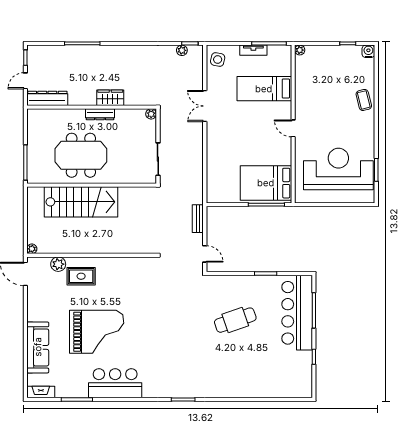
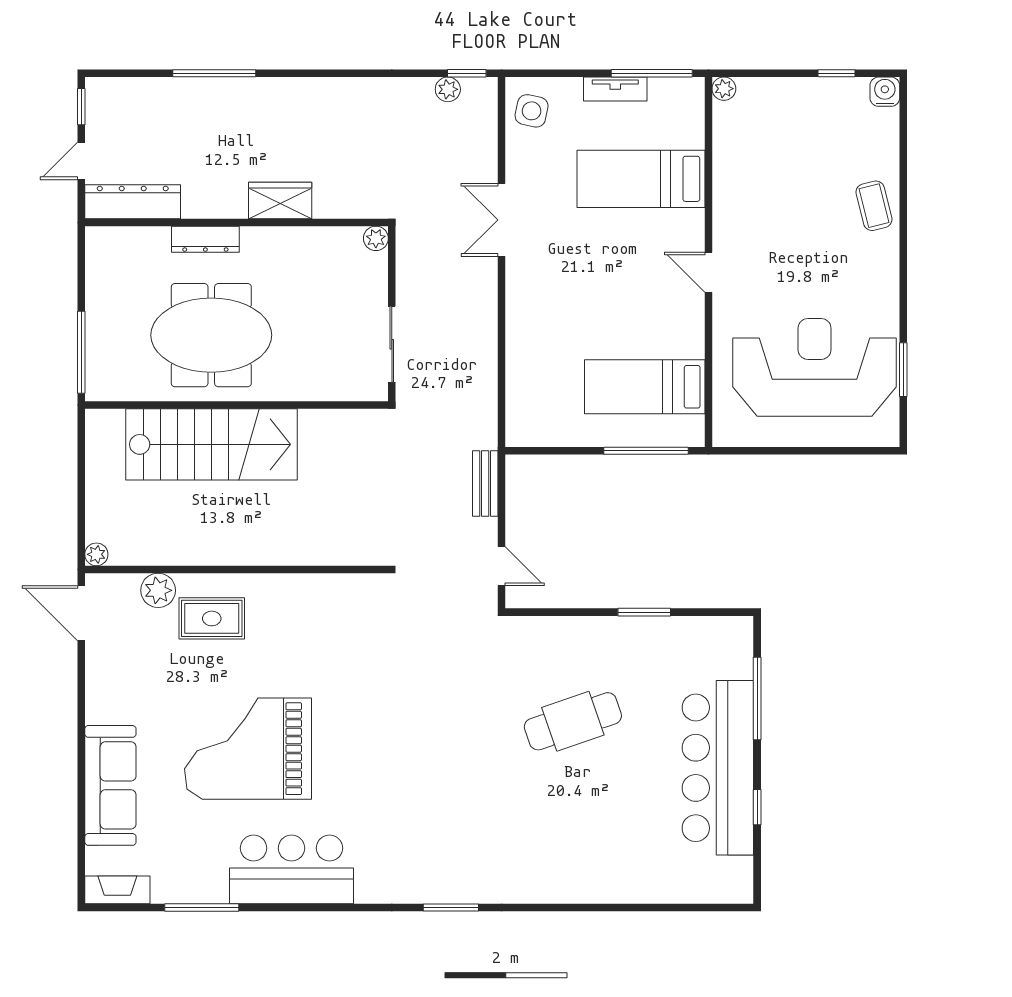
dresser: (100, 114) -> (205, 239), moved
bed: (266, 183) -> (645, 387), width x0.67
bar counter: (297, 313) -> (718, 768), moved
grand piano: (97, 332) -> (248, 749), turned 180

